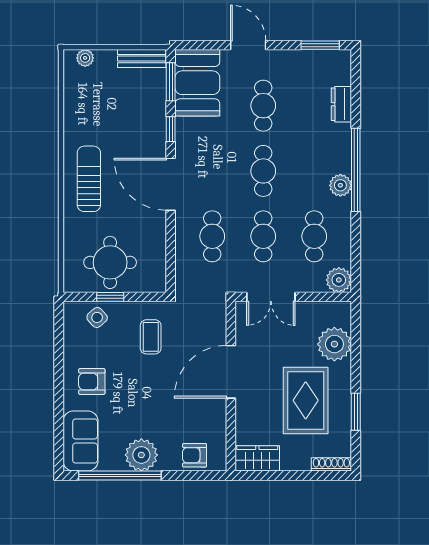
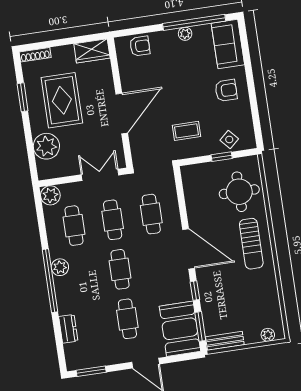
round table: (110, 262) -> (239, 192), moved
coffee table: (151, 337) -> (186, 131), turned 90
plant: (141, 455) -> (185, 34), width x0.53, depth x0.53

